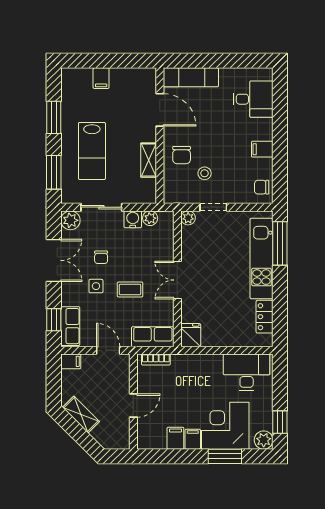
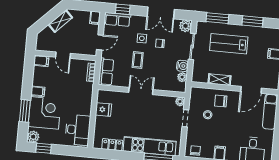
fridge: (191, 335) -> (103, 110), moved
filing cabinet: (175, 438) -> (41, 61), moved

